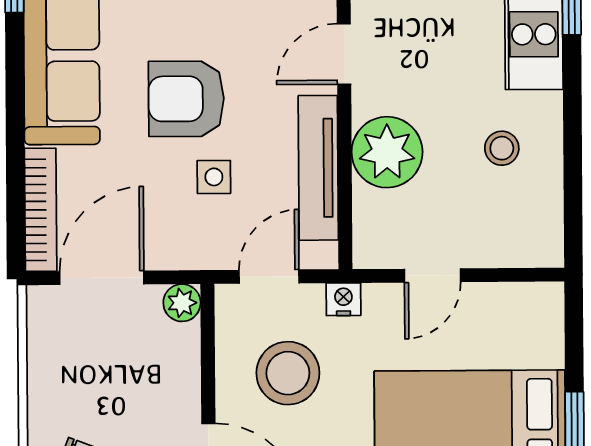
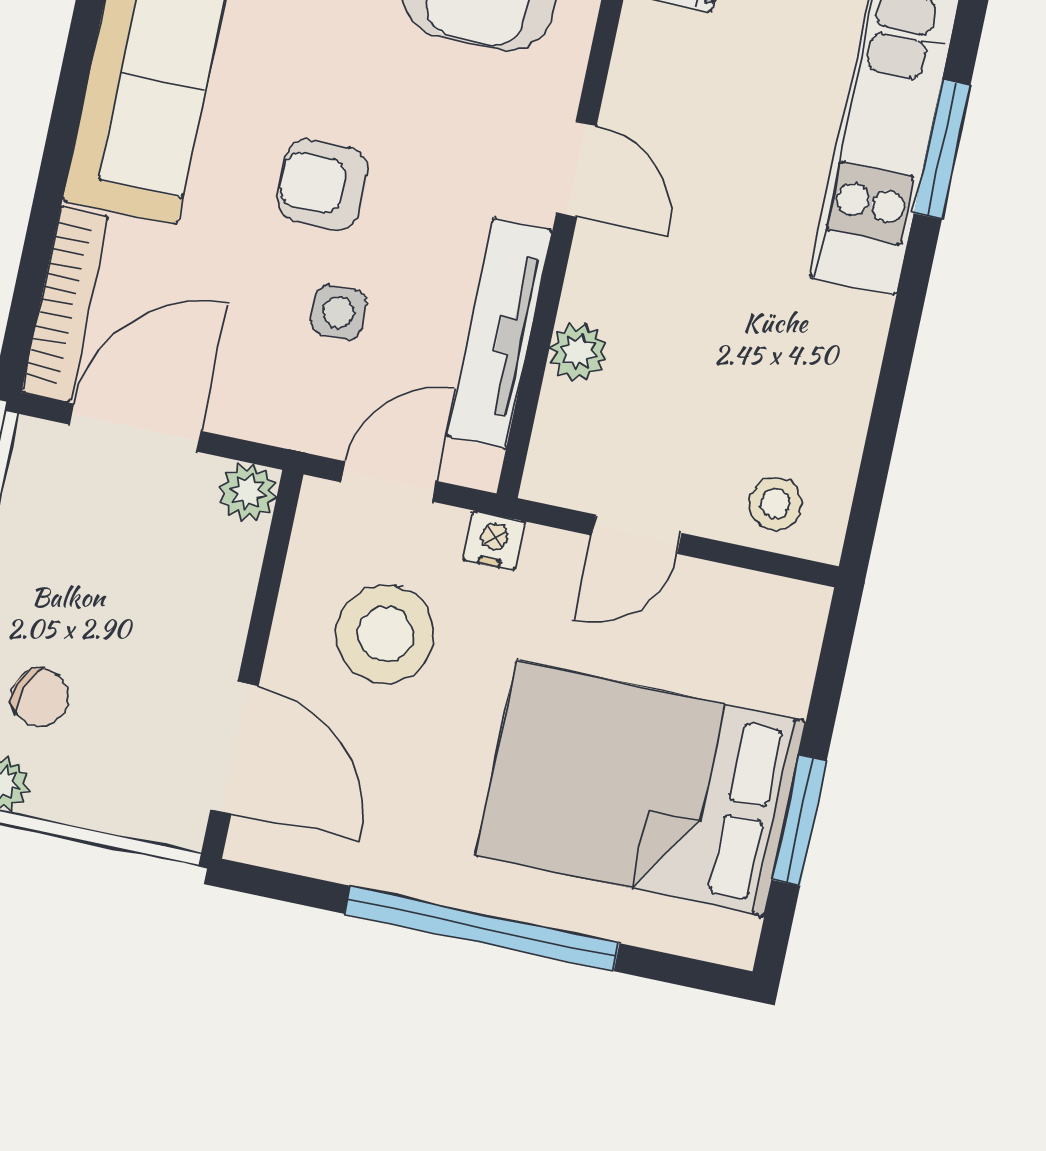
door: (344, 54) -> (576, 169), swing flipped
armchair: (186, 99) -> (323, 185), width x0.72, depth x0.72
stool: (502, 148) -> (775, 503), moved
plant: (387, 152) -> (578, 352), width x0.53, depth x0.53

